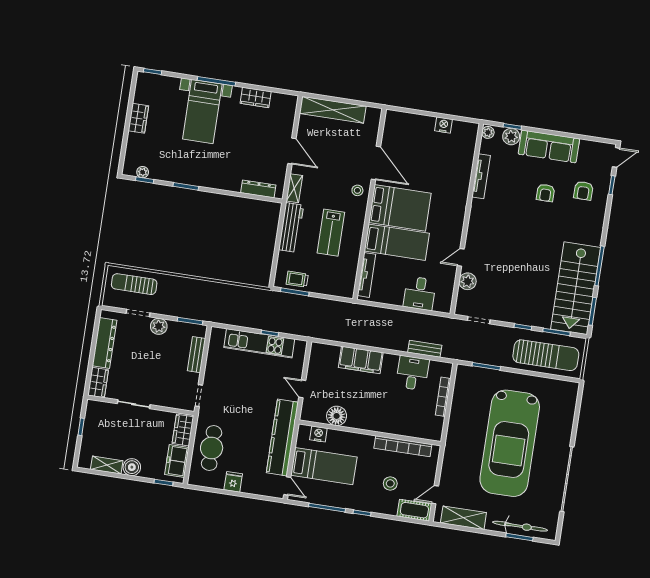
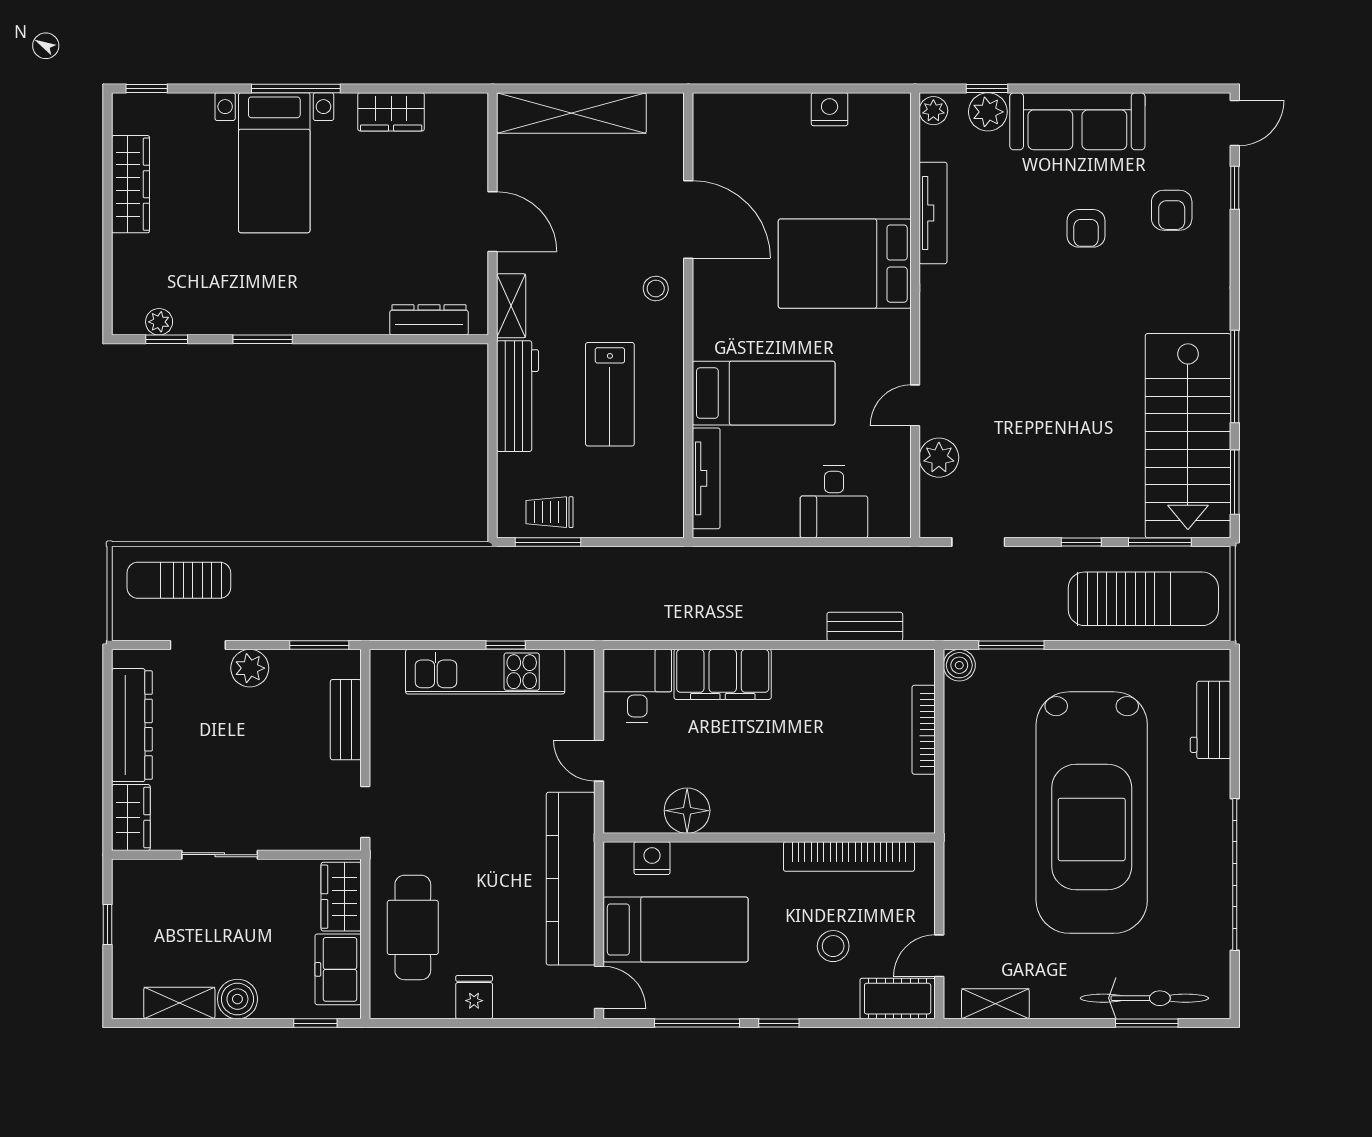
wardrobe: (138, 118) -> (131, 184), width x1.50
bed: (400, 208) -> (845, 264), moved, turned 180
boiler: (463, 372) -> (959, 665), added
desk: (412, 373) -> (637, 686), moved
workbench: (567, 411) -> (1211, 720), added
shelving: (463, 518) -> (995, 1004), width x0.67, depth x0.75

